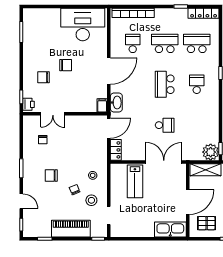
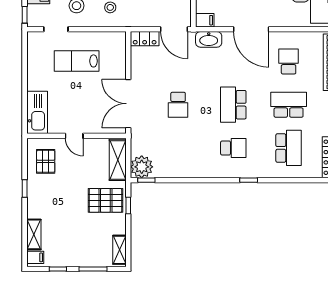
school desk: (133, 43) -> (289, 61), turned -90
school desk: (165, 43) -> (289, 105), turned -90
school desk: (165, 84) -> (233, 105), turned -90
double door: (164, 162) -> (128, 104), swing flipped
lab bench: (135, 181) -> (77, 61), moved
door: (188, 202) -> (74, 136), width x0.53

